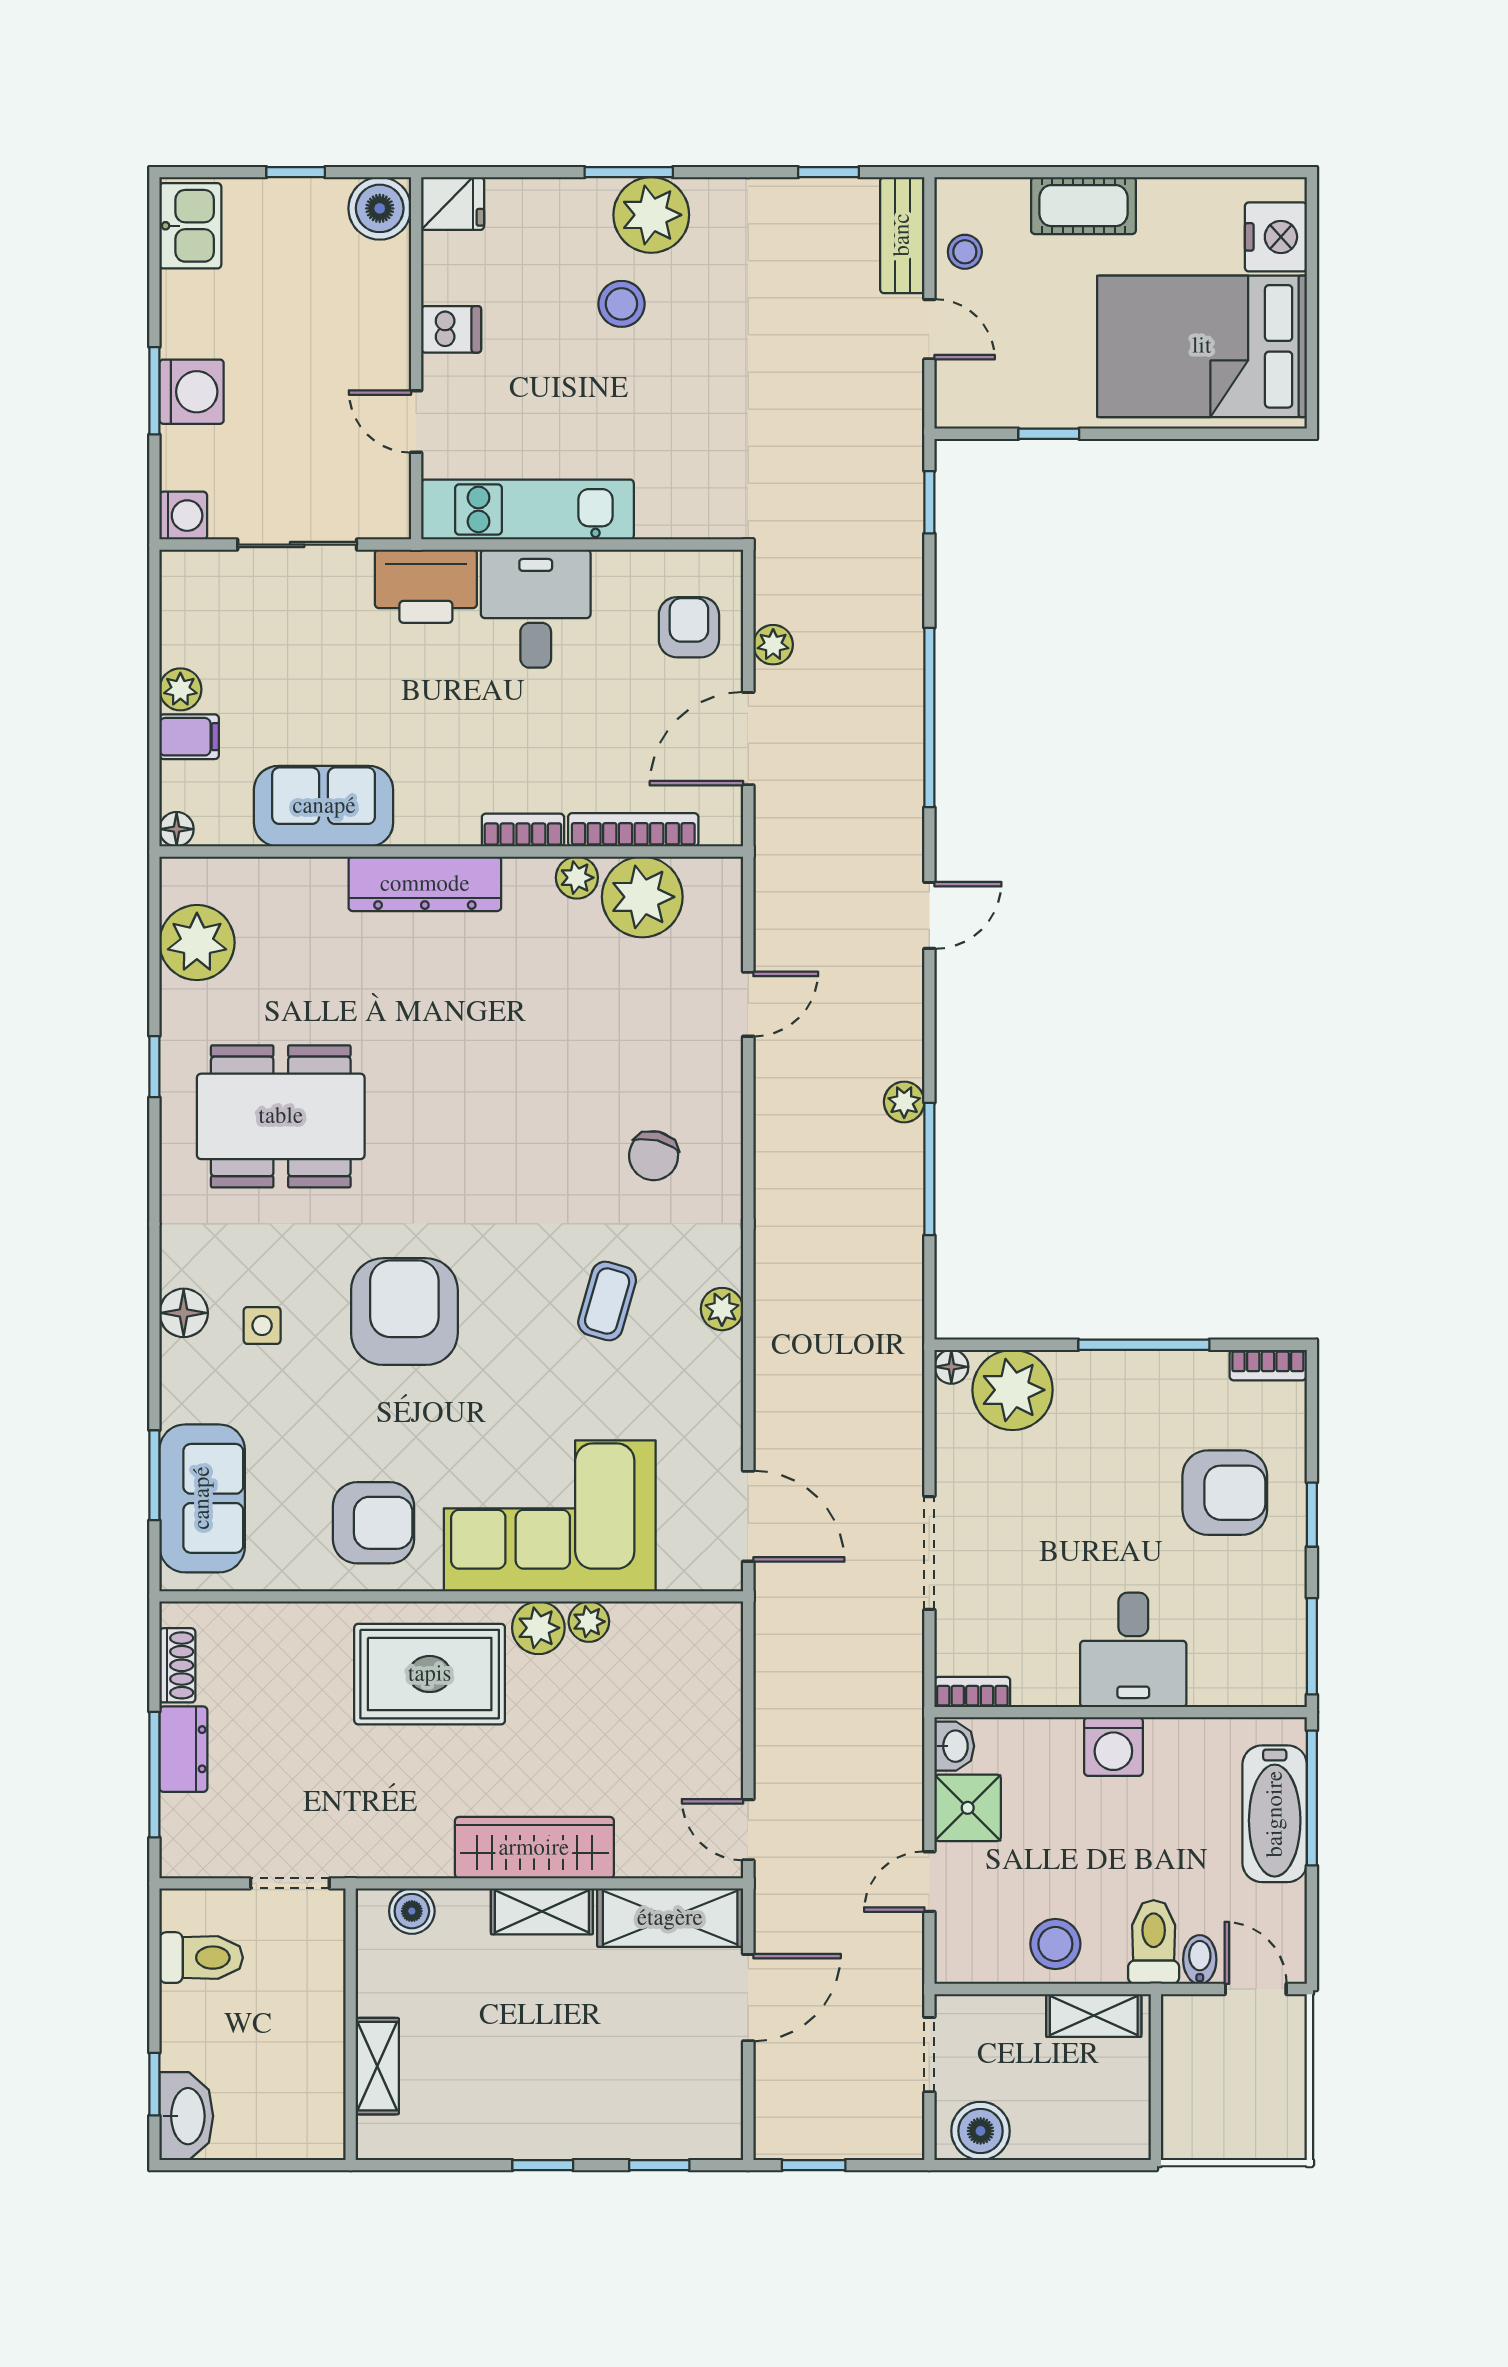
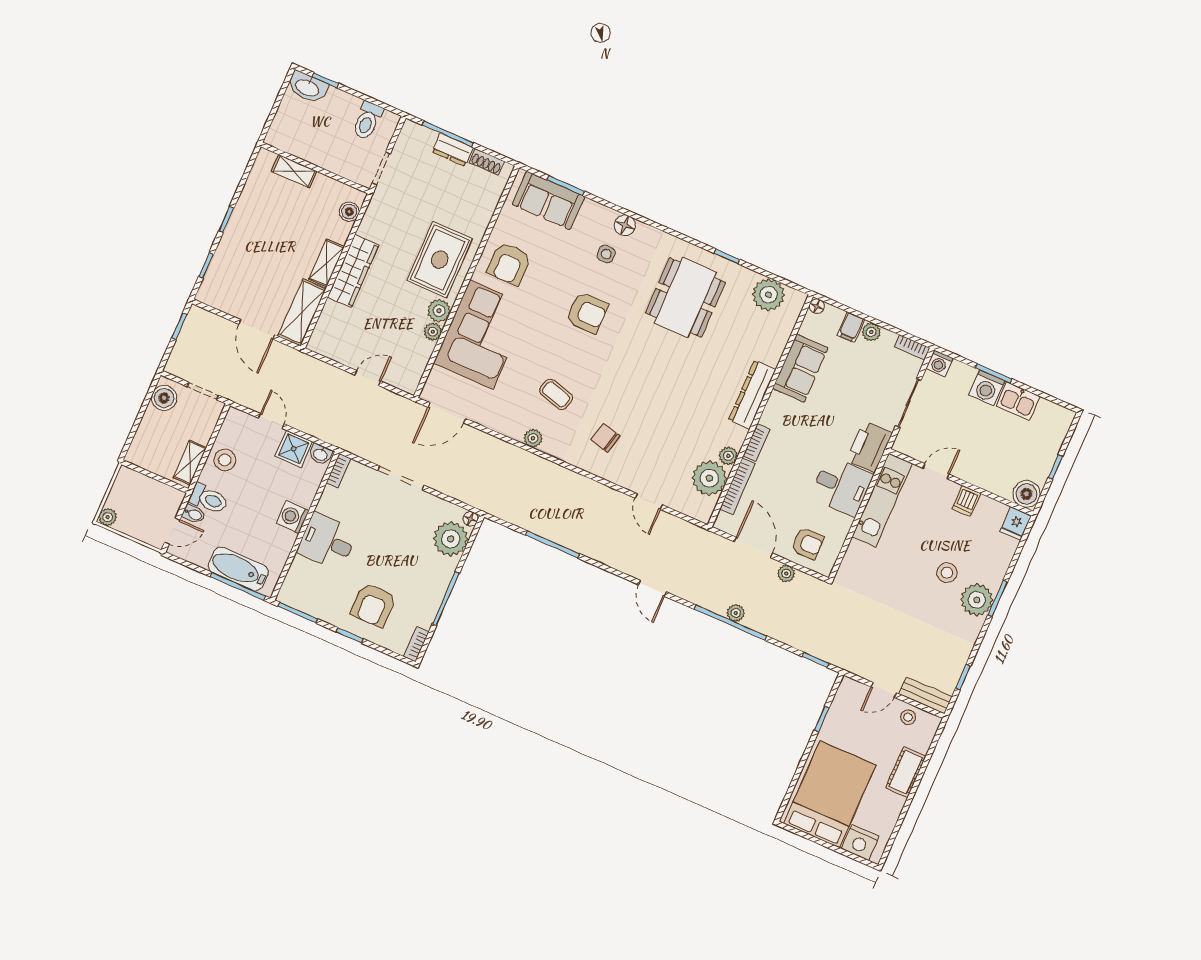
kitchen sink: (190, 226) -> (1018, 401), moved
bookcase: (175, 588) -> (912, 347), added
plant: (904, 1102) -> (736, 613), moved
armchair: (404, 1312) -> (587, 313), width x0.73, depth x0.73
door: (748, 1830) -> (368, 378), moved
plant: (1286, 2140) -> (108, 517), added

